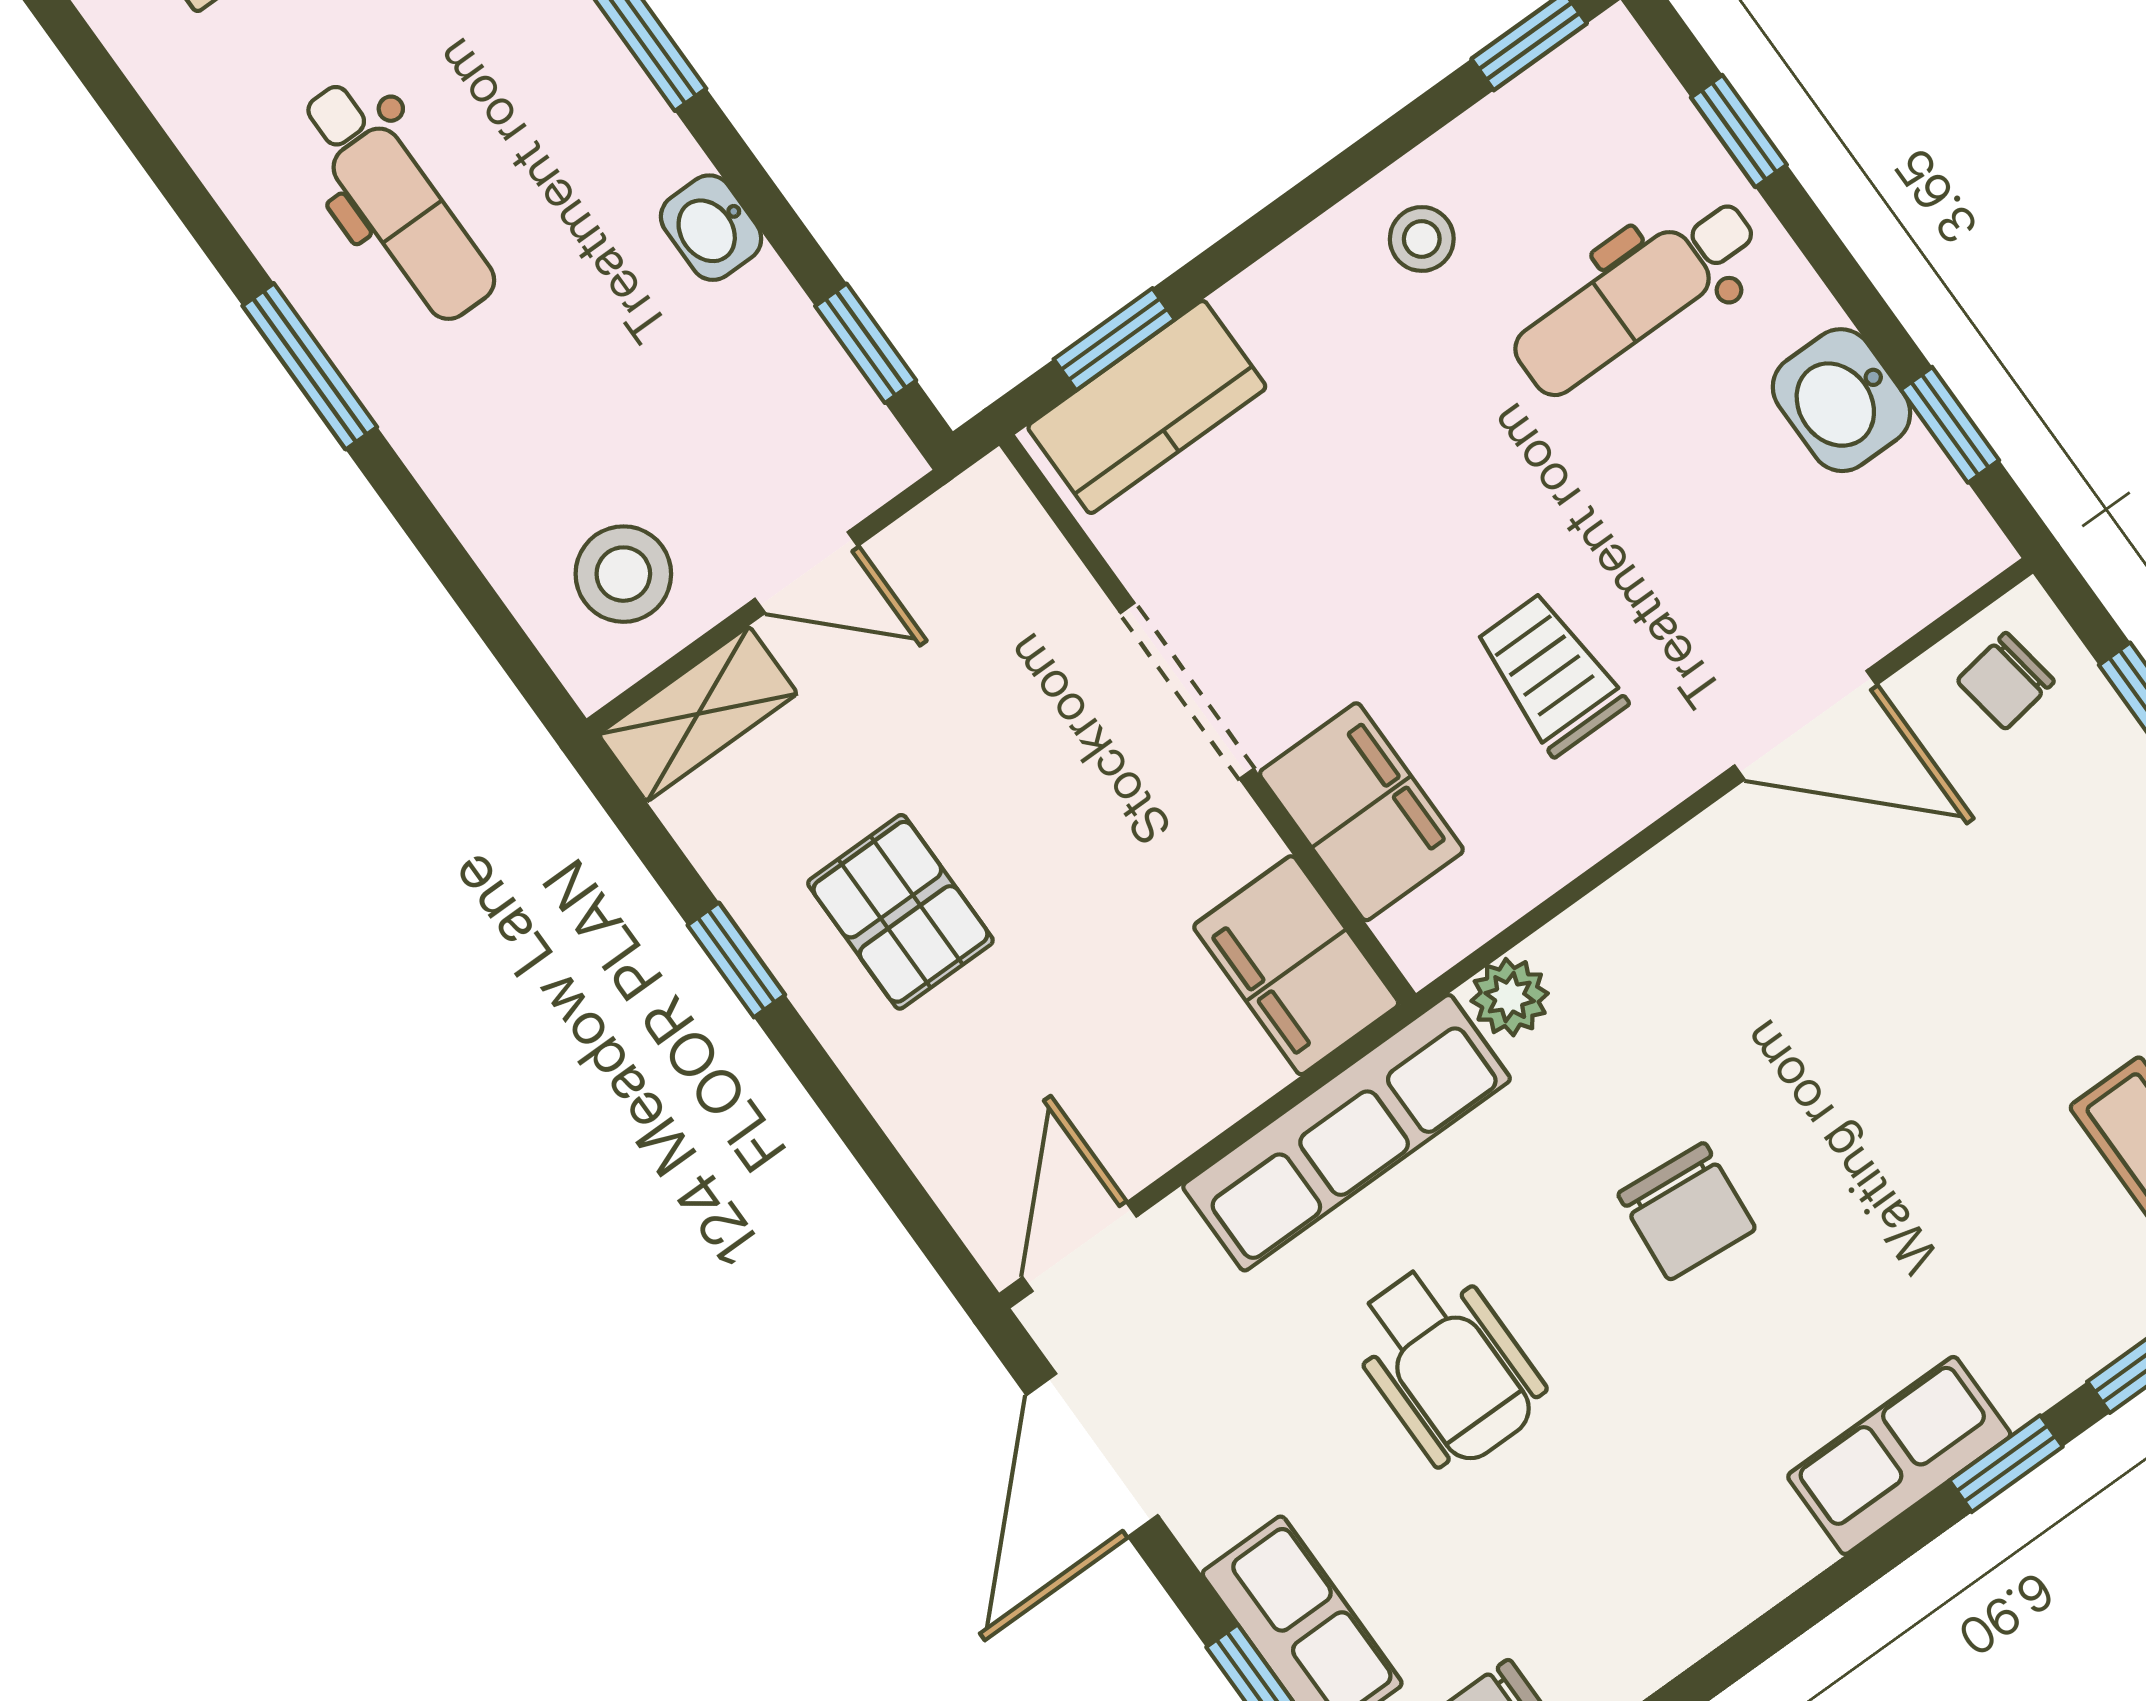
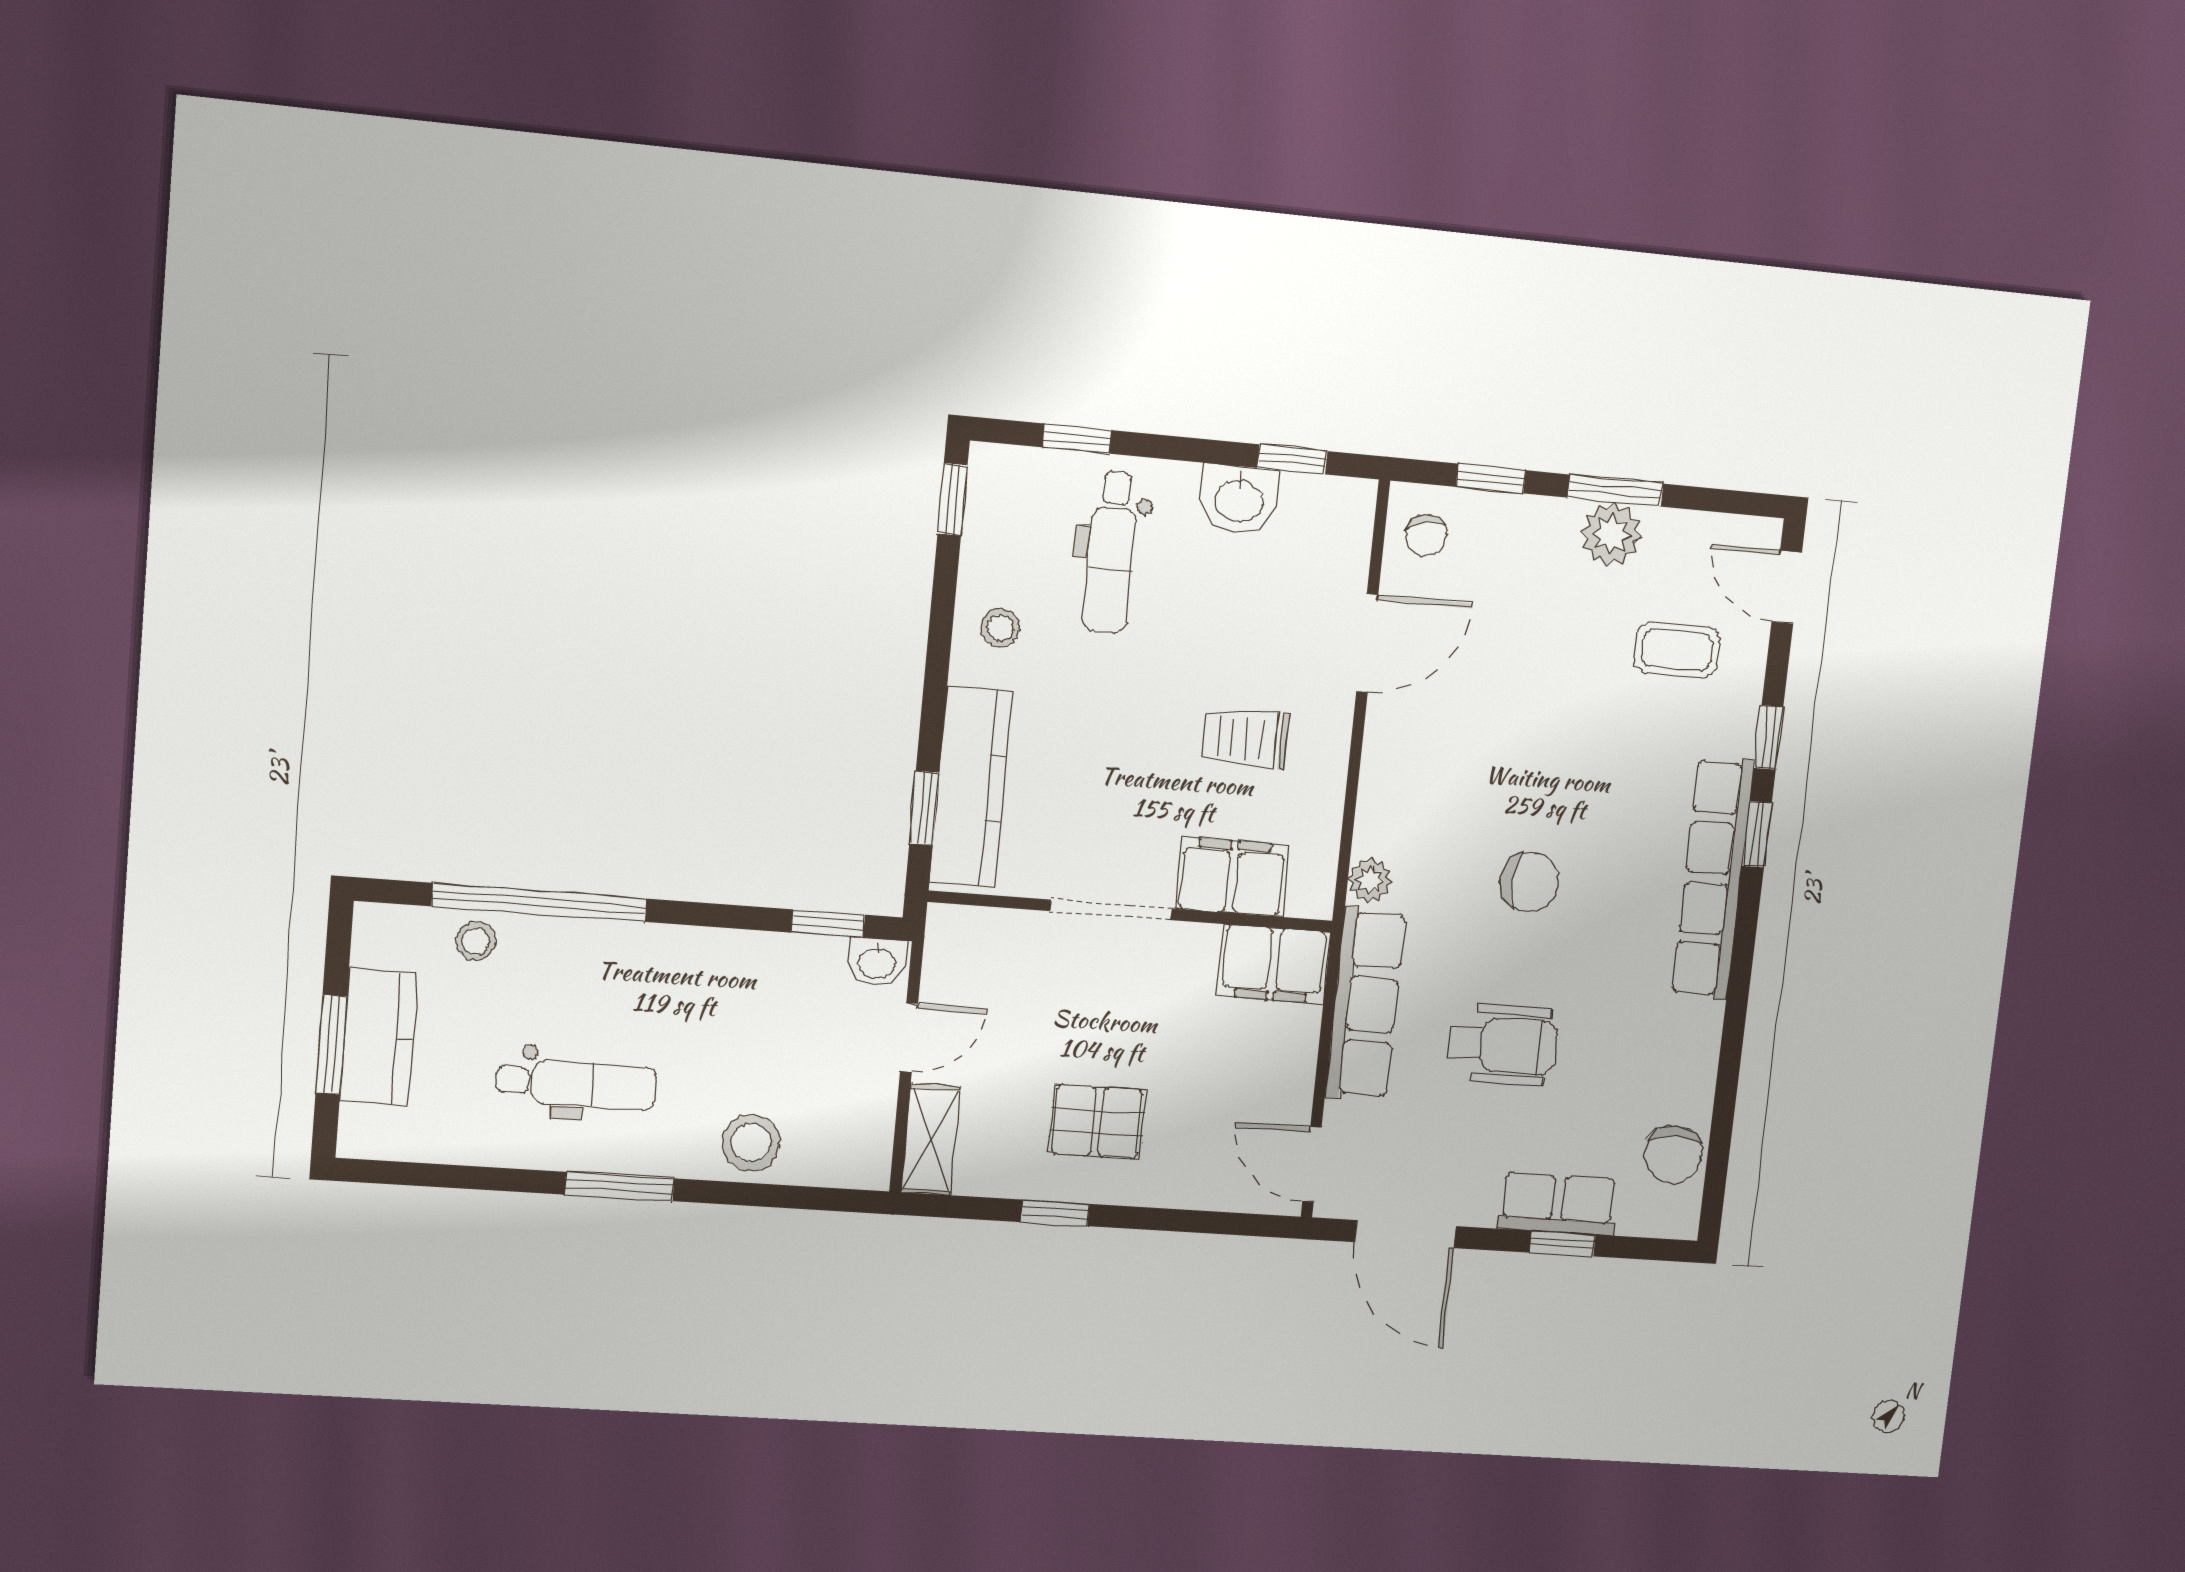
washbasin: (711, 228) -> (877, 962), moved
kitchen counter: (1147, 407) -> (971, 787), width x1.50
stool: (623, 574) -> (751, 1143), moved
row of seats: (1899, 1455) -> (1713, 878), width x2.02

